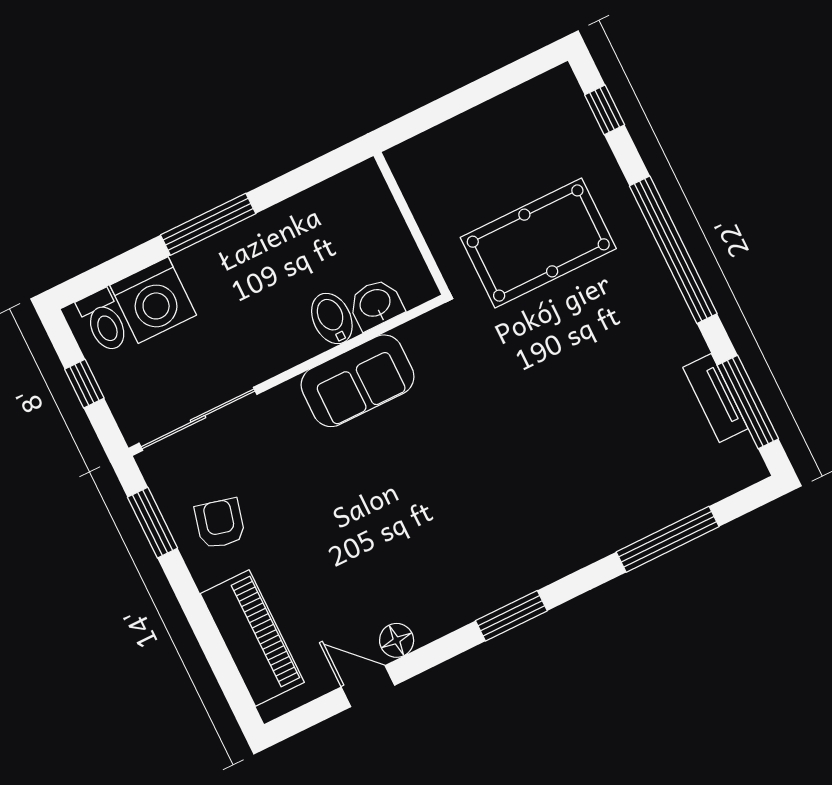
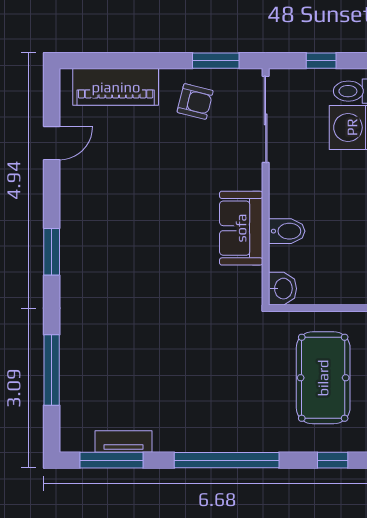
pool table: (538, 243) -> (323, 378), moved
washbasin: (376, 304) -> (283, 289), moved
floor lamp: (397, 640) -> (71, 174), removed

